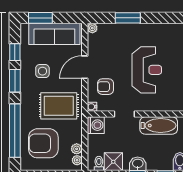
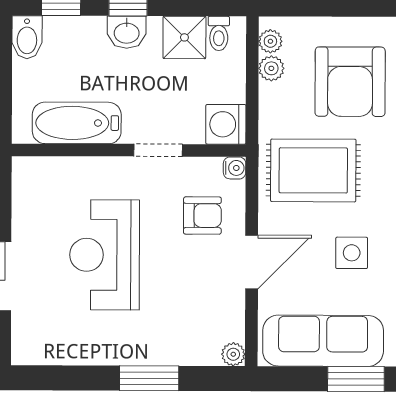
armchair: (43, 143) -> (350, 82), turned 90

